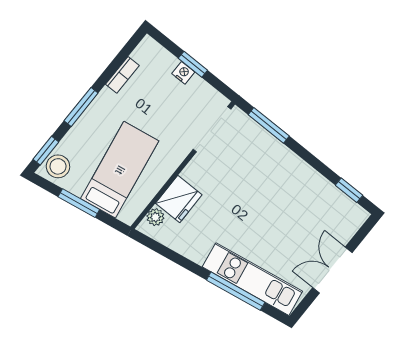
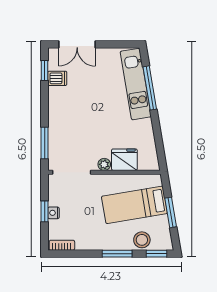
bookcase: (122, 75) -> (62, 245), moved
stool: (58, 166) -> (142, 240), moved
dishwasher: (329, 197) -> (57, 78), added
plant: (155, 217) -> (104, 164), moved
double door: (332, 270) -> (77, 44), moved

